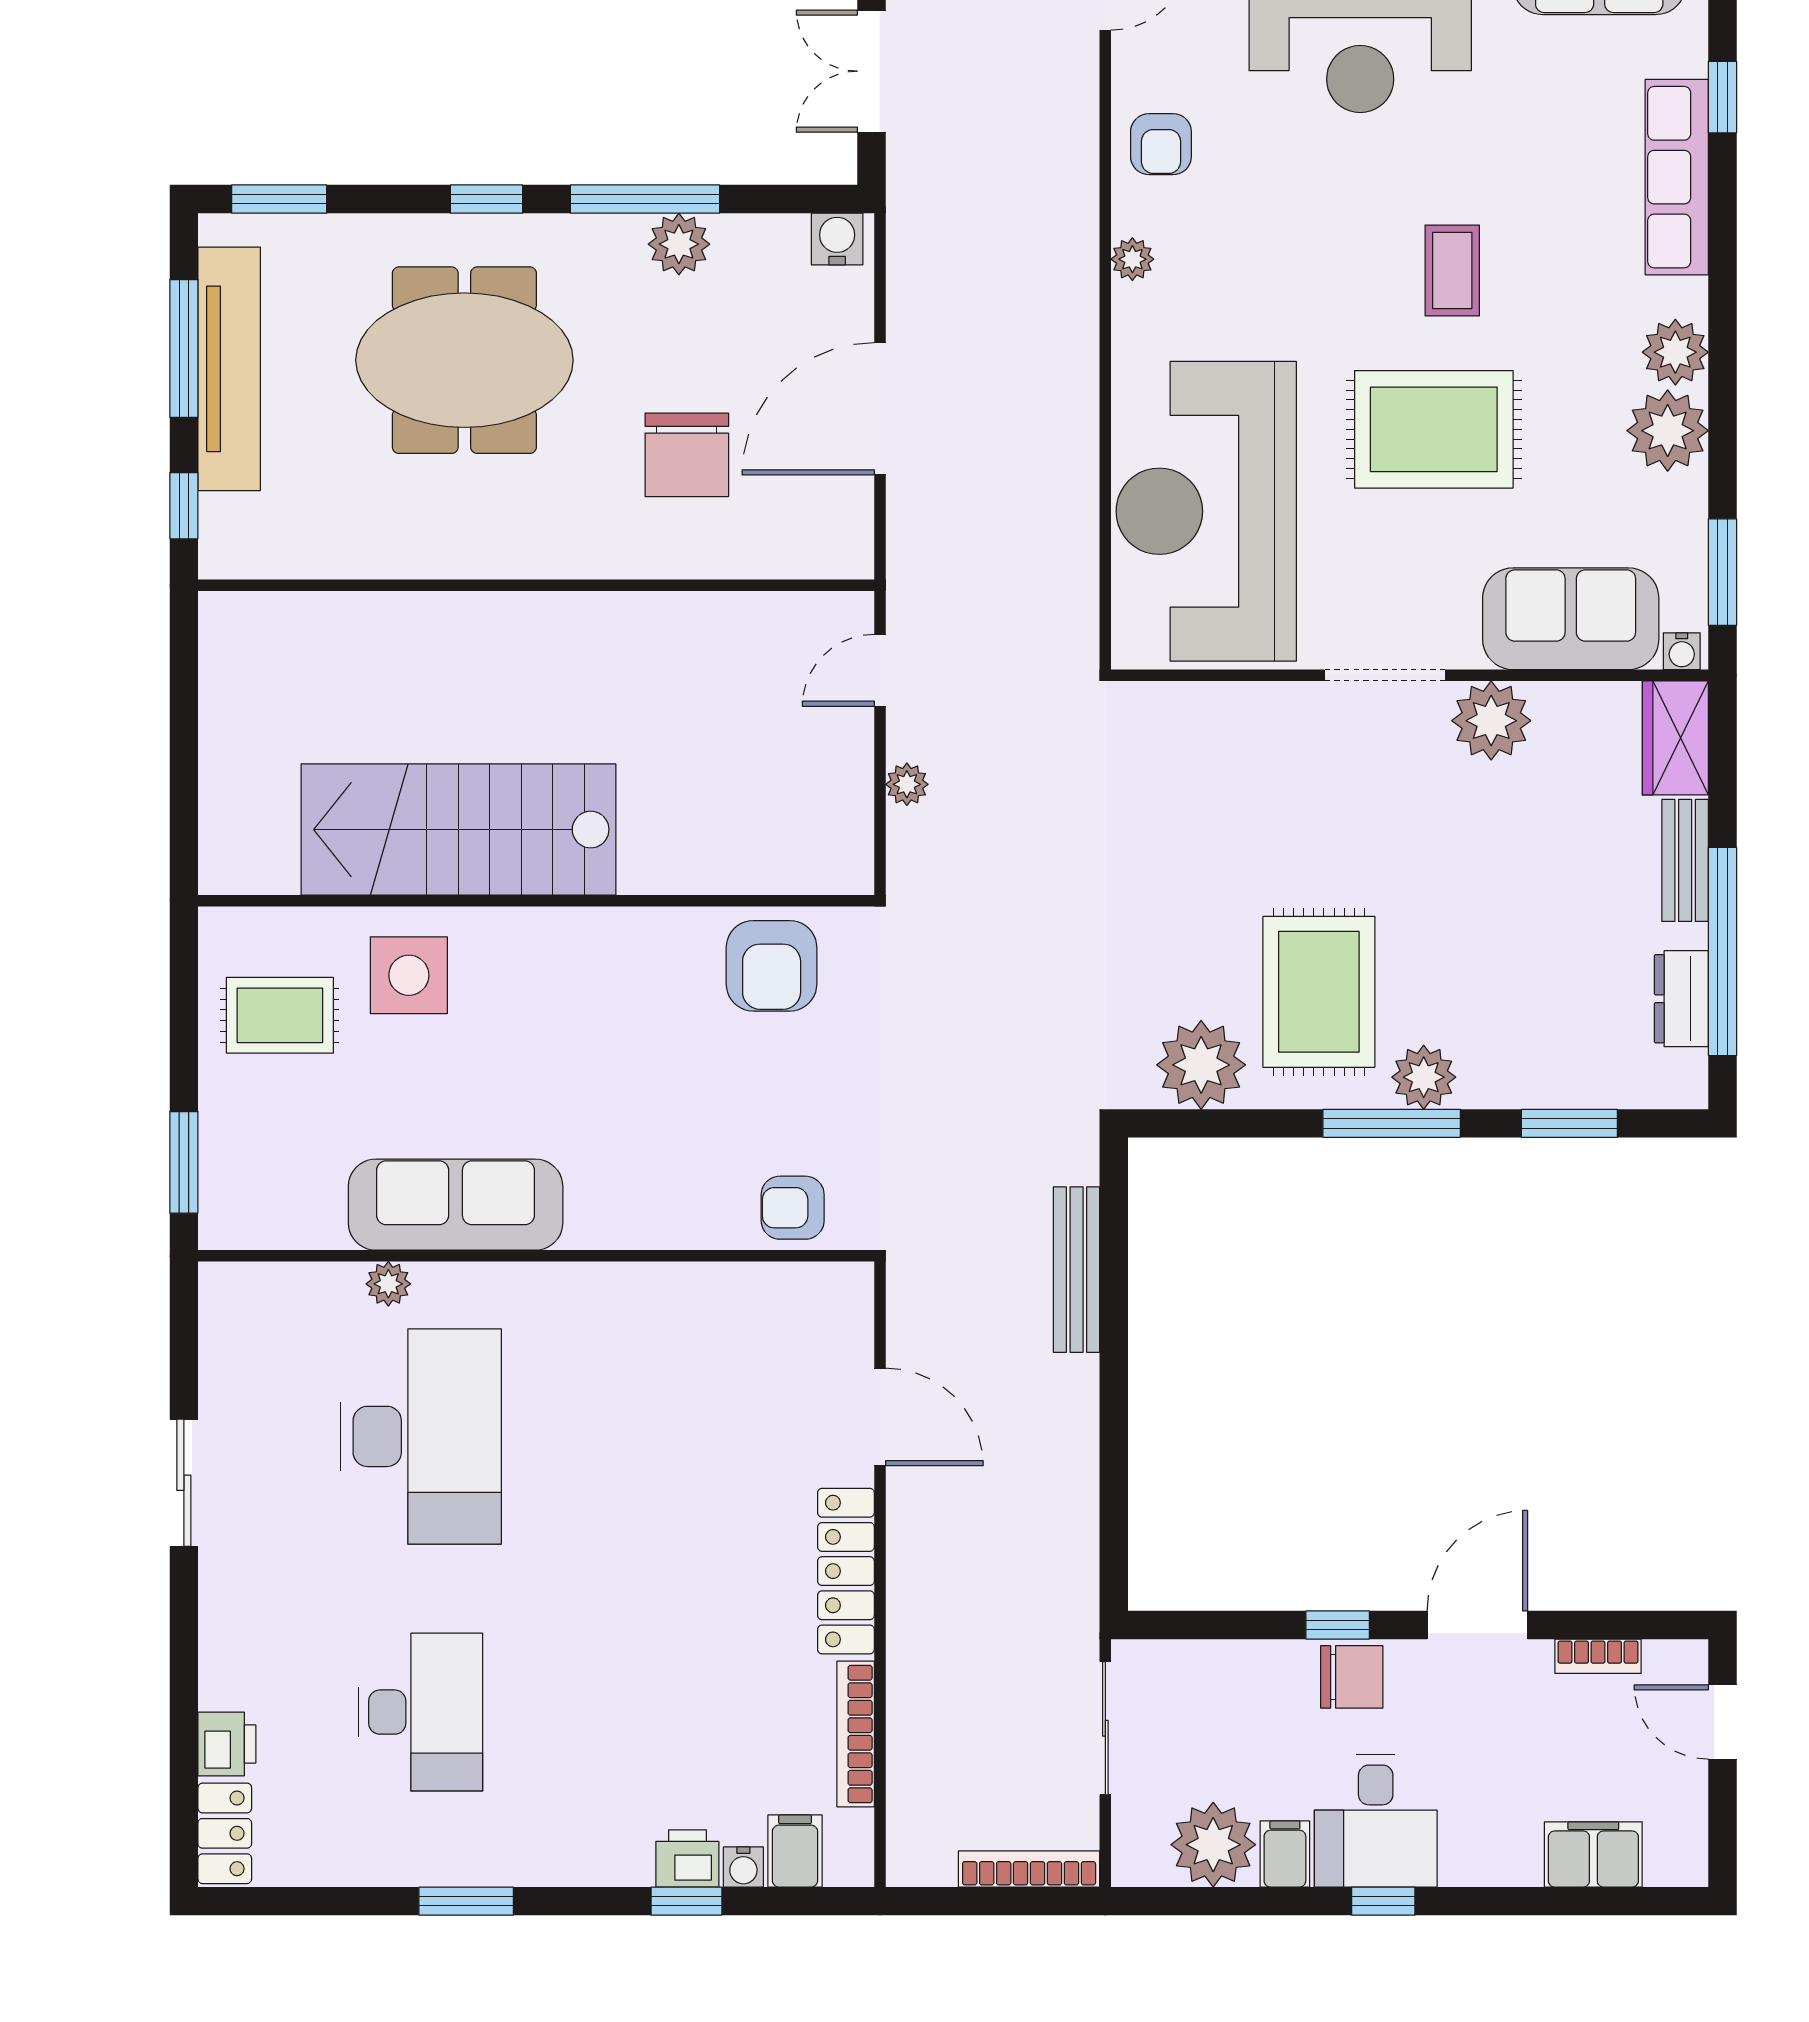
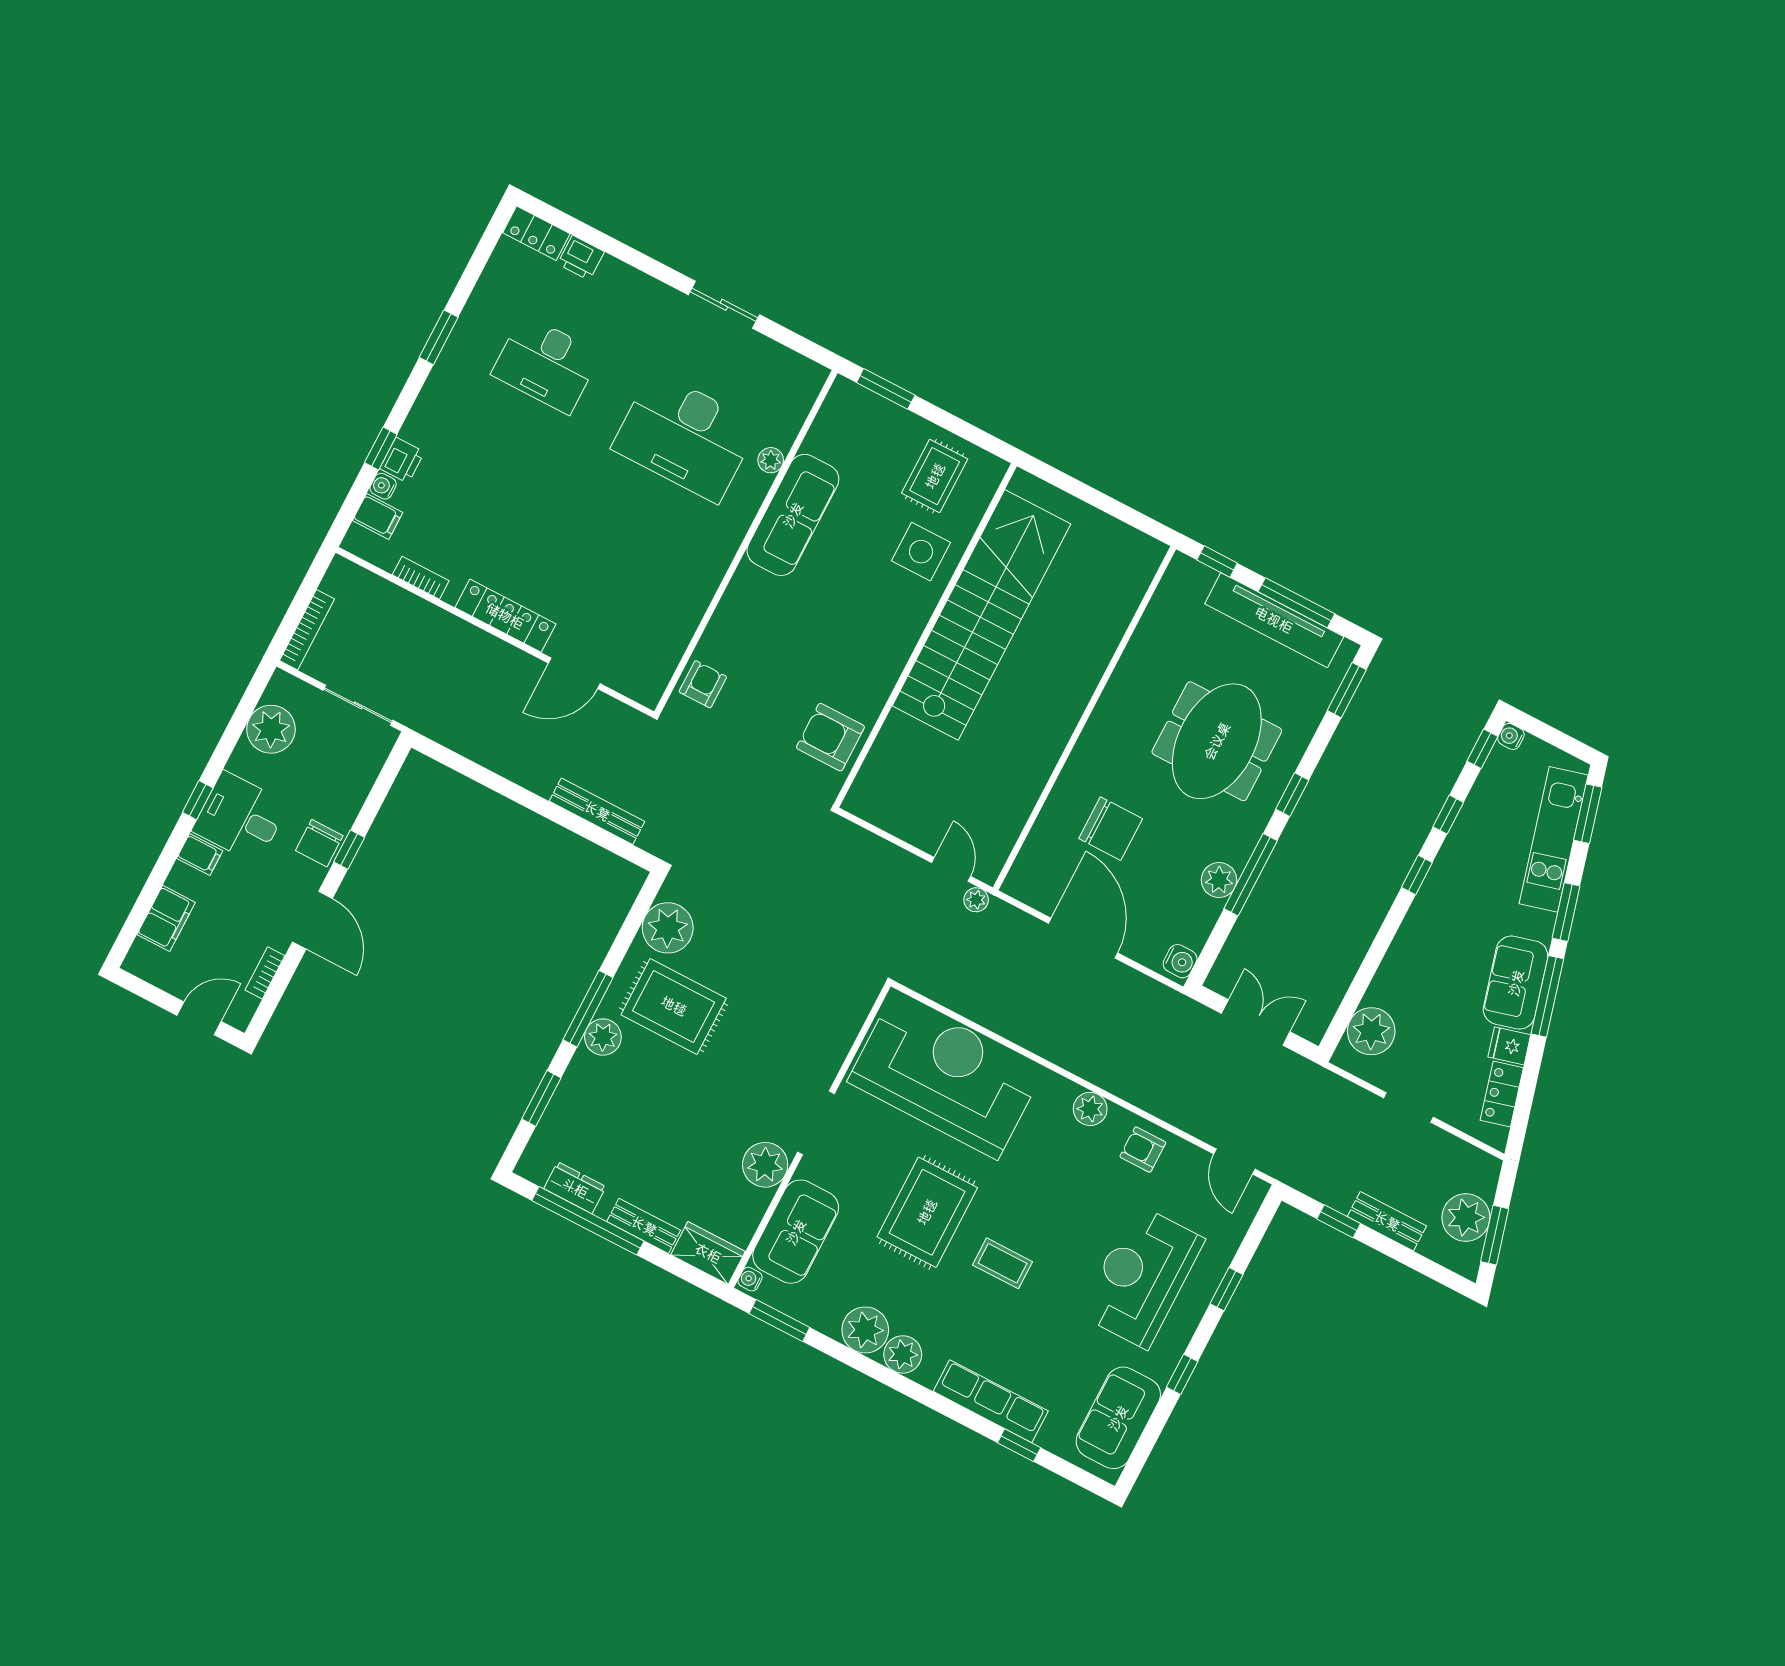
plant: (1132, 259) -> (1090, 1109), width x1.38, depth x1.38
chair: (687, 455) -> (1111, 829), turned 180
plant: (907, 784) -> (976, 900), moved
stairs: (458, 830) -> (981, 615), width x1.36
bookcase: (856, 1734) -> (421, 578), width x0.64
filing cabinet: (1285, 1854) -> (200, 854), moved

